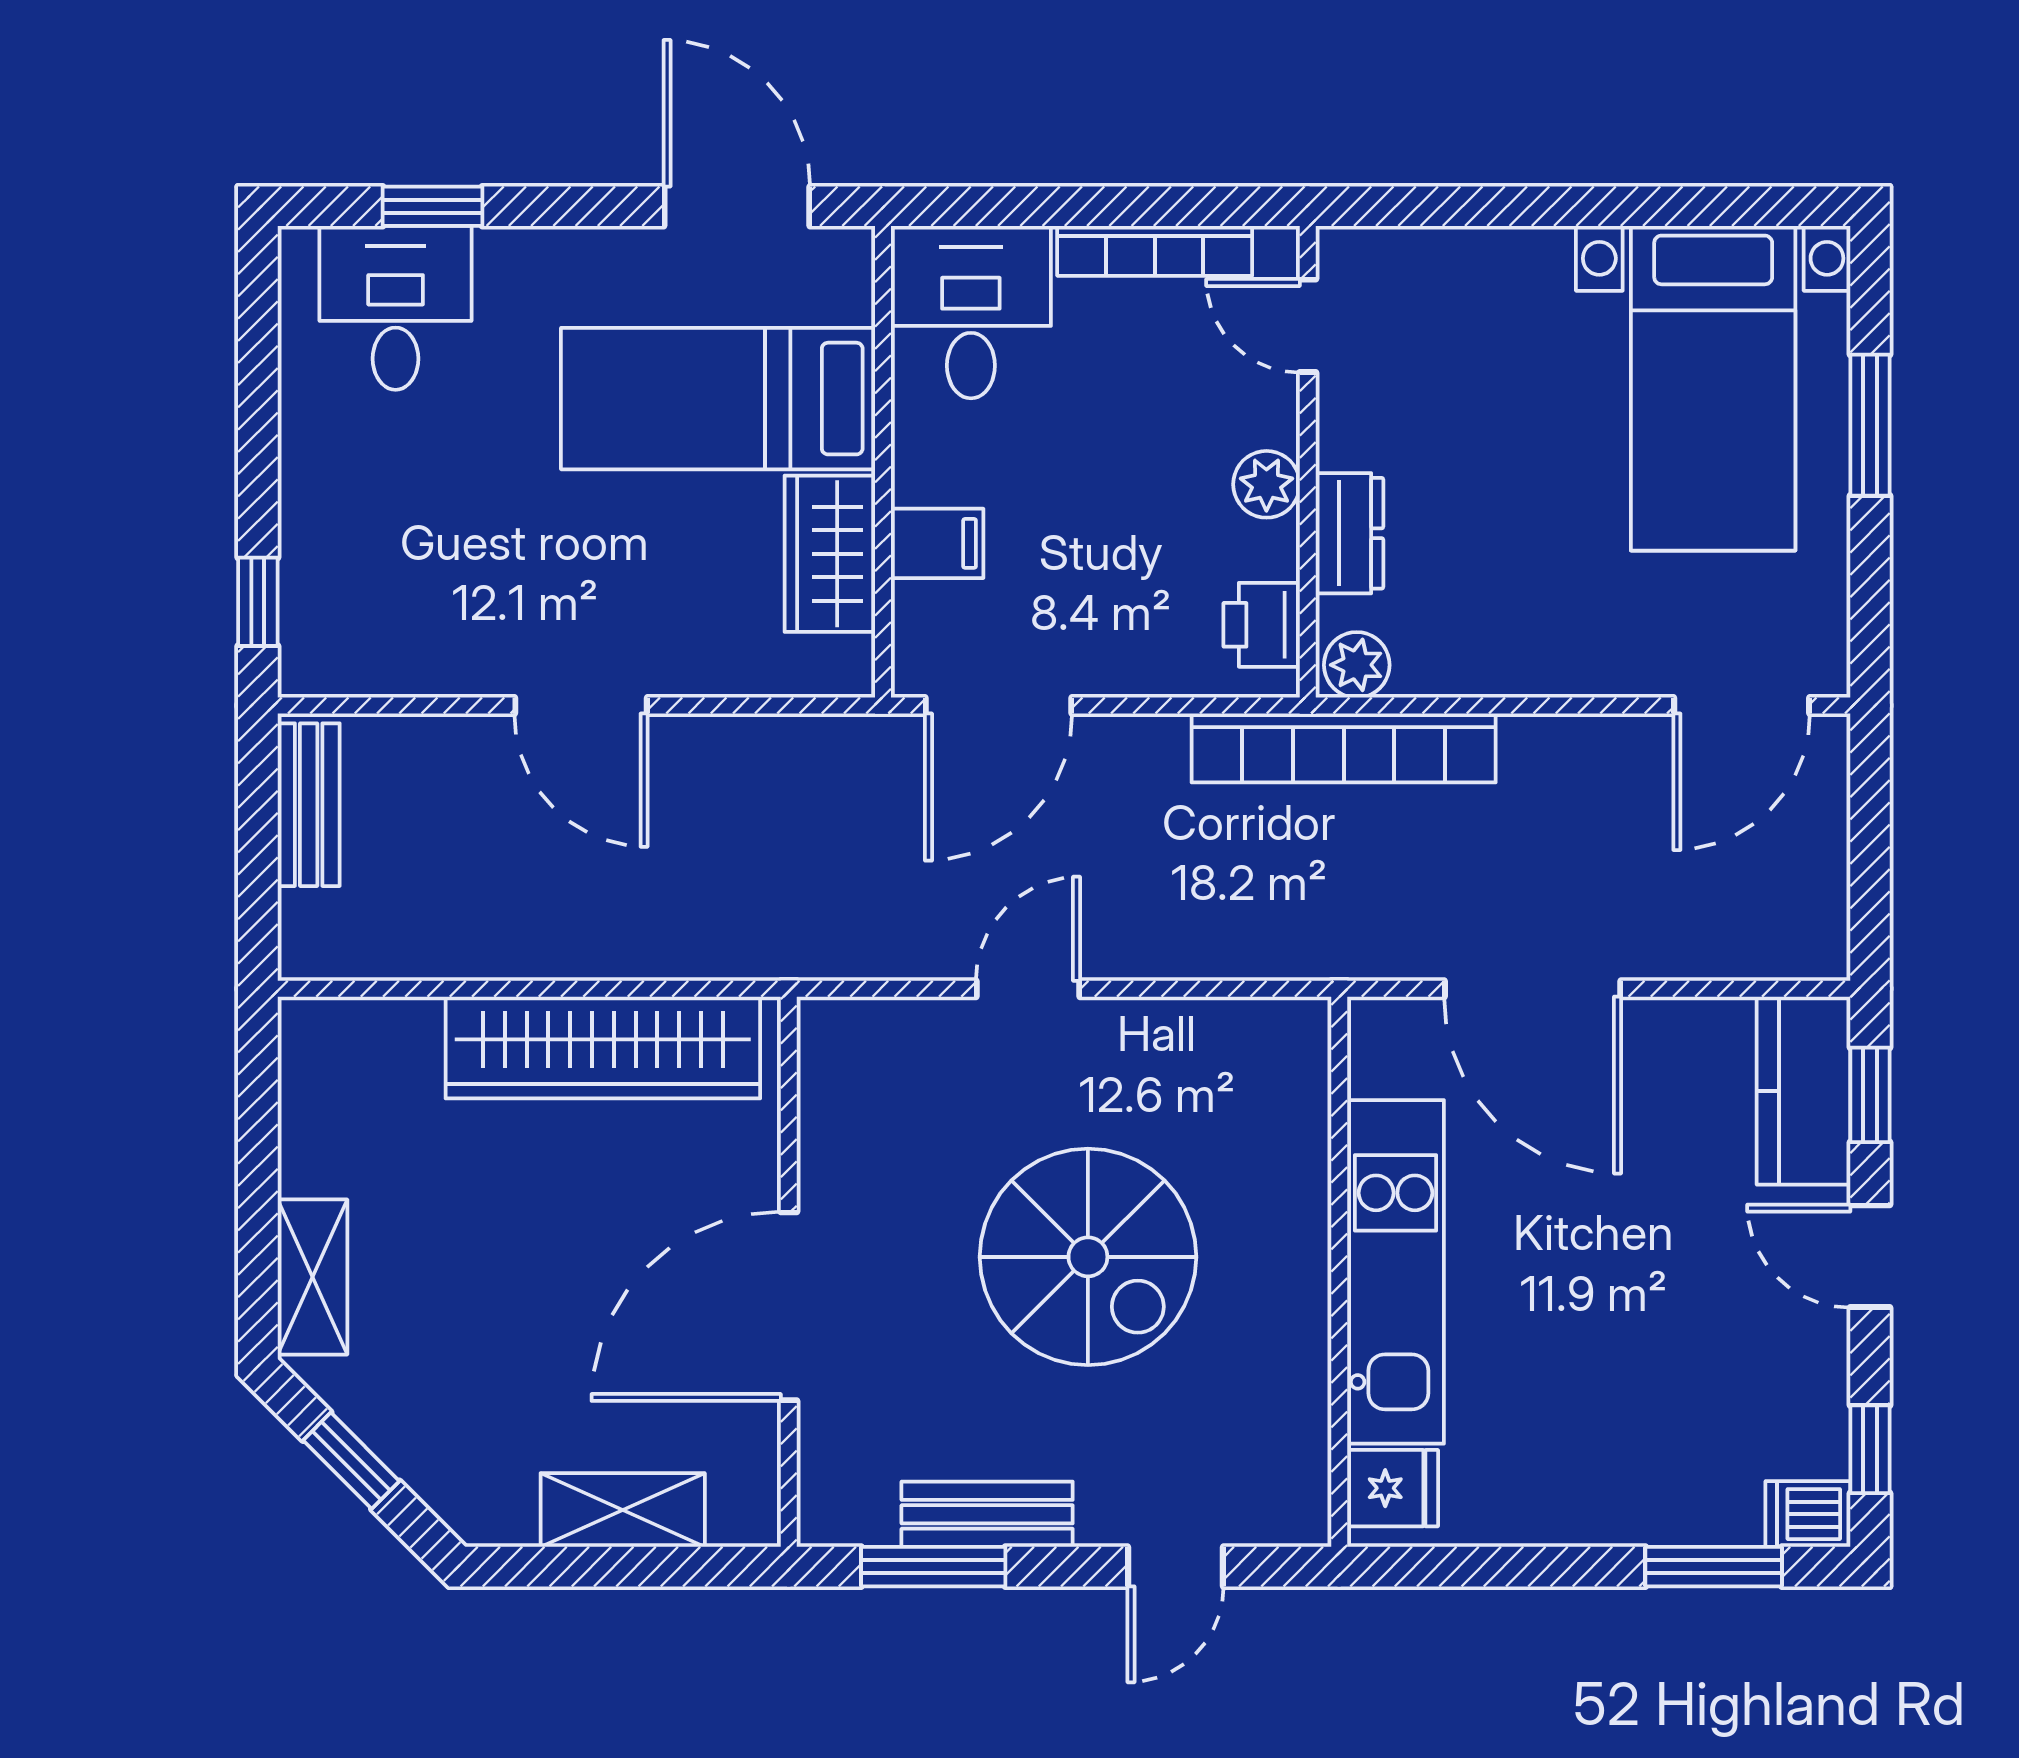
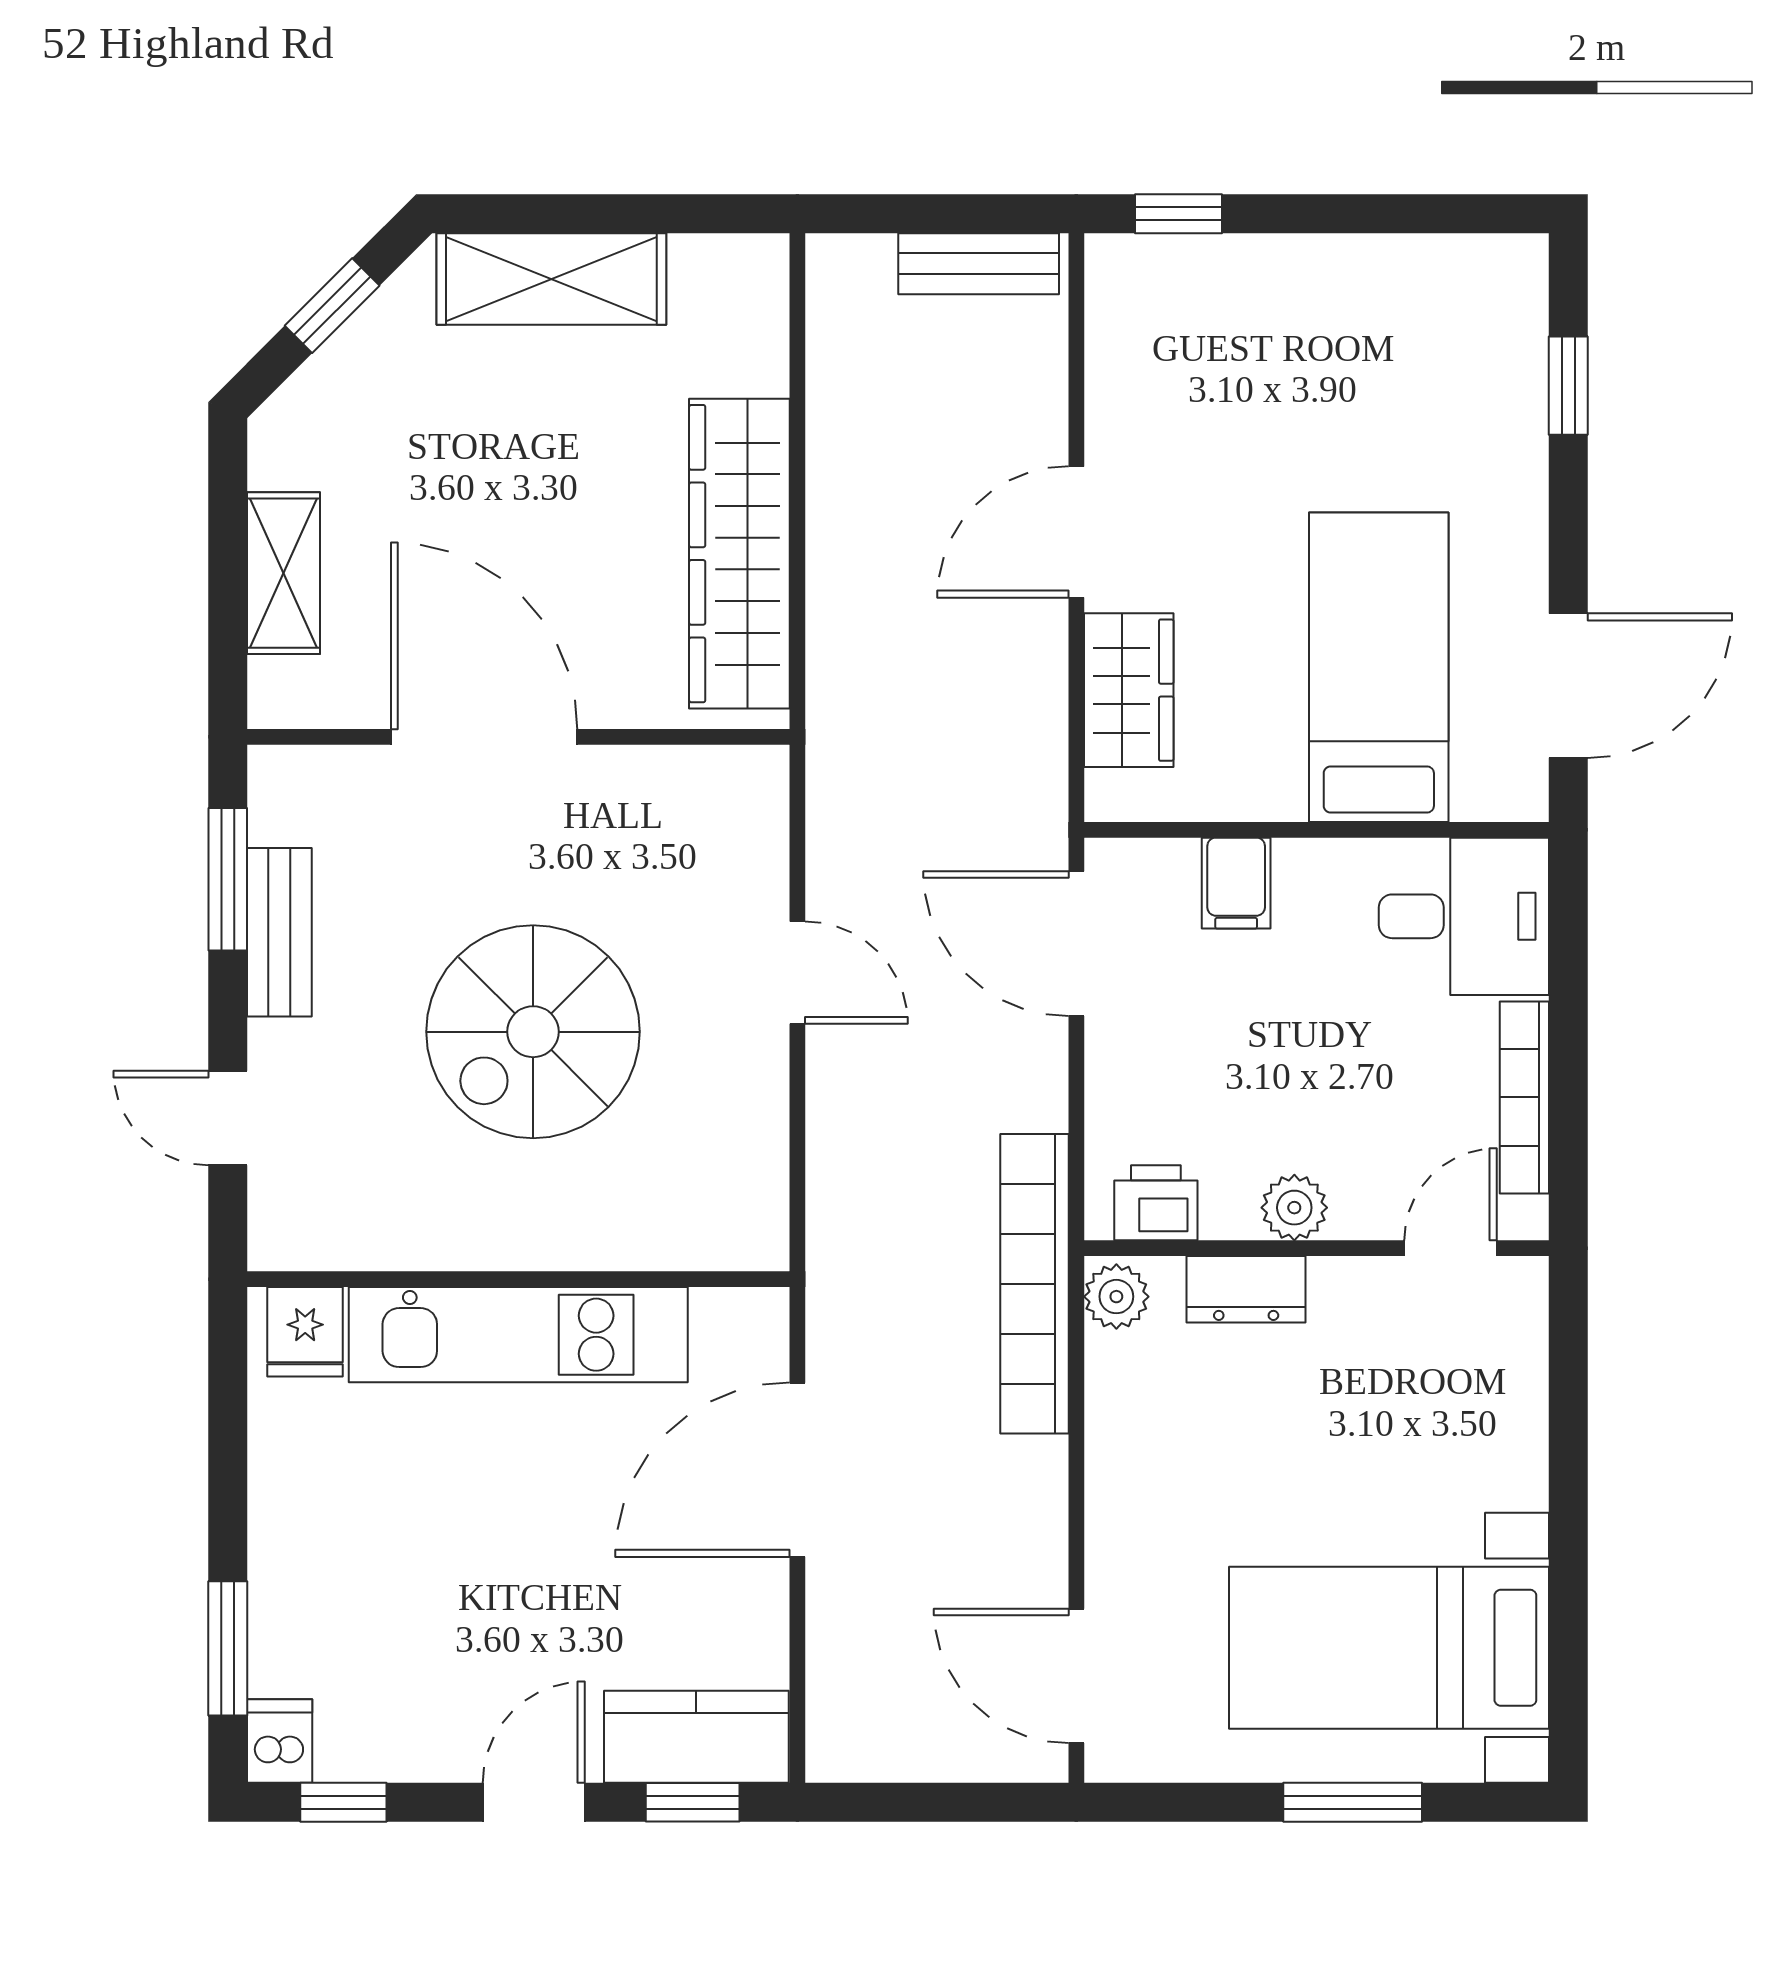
desk: (396, 308) -> (1468, 349), removed
wardrobe: (830, 554) -> (1129, 690), moved, turned 90
shelving: (312, 1277) -> (551, 279), width x1.50, depth x1.33

